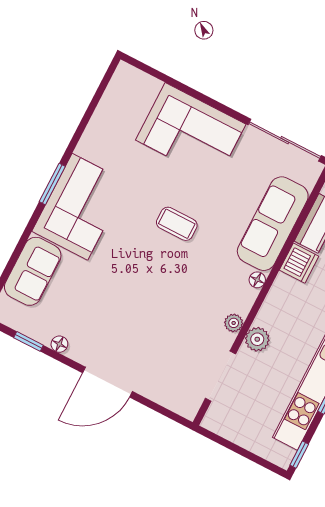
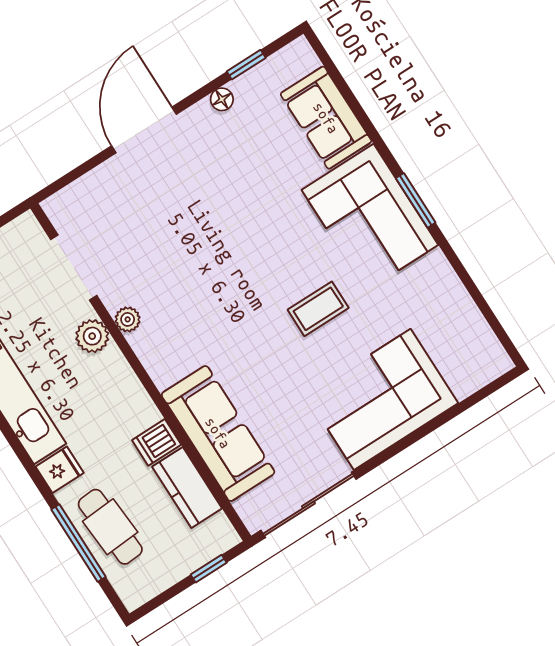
coffee table: (177, 224) -> (318, 309), moved
dishwasher: (299, 263) -> (157, 442), width x0.73
floor lamp: (257, 280) -> (162, 377), removed

